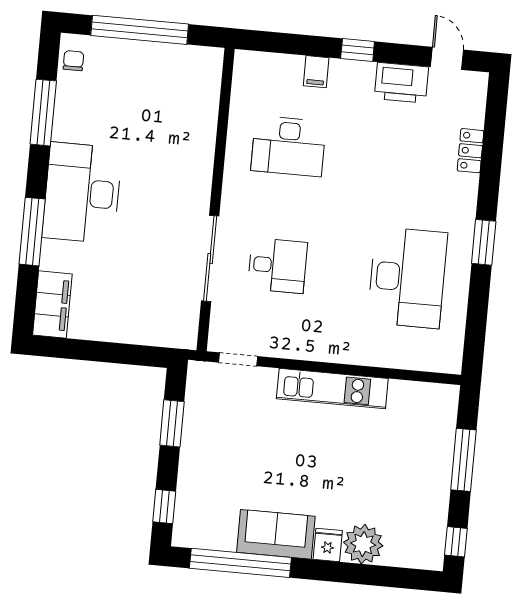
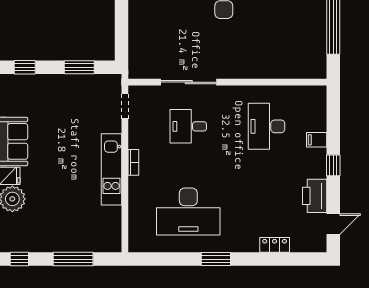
desk: (277, 265) -> (188, 126), turned 90
bookcase: (325, 354) -> (133, 162), added

